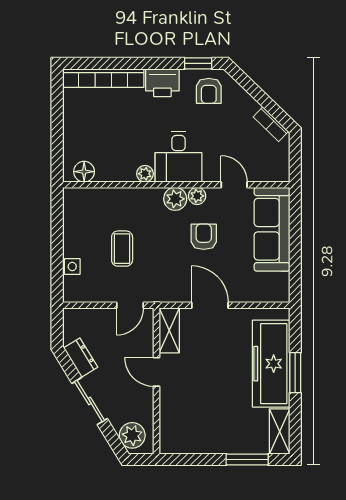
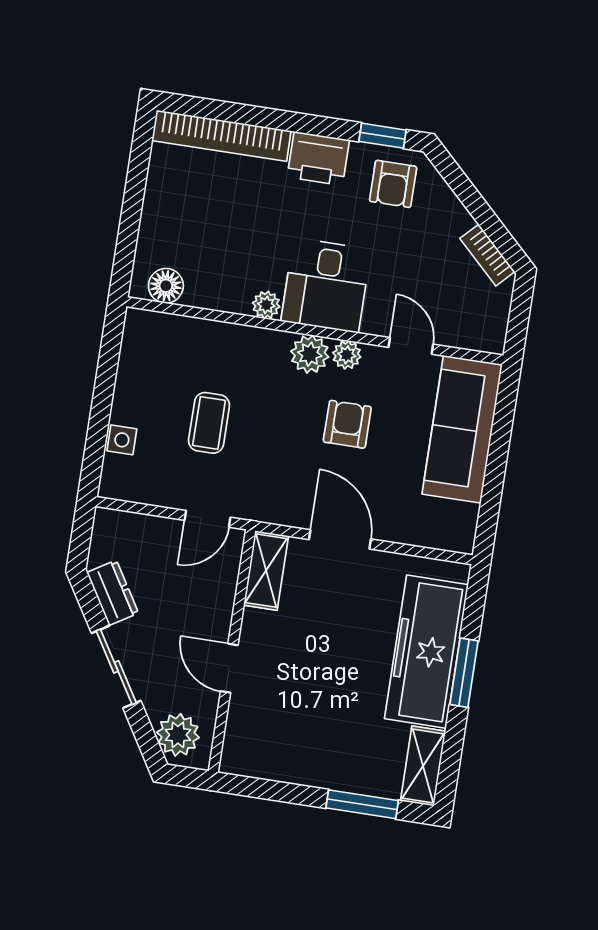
door: (156, 372) -> (229, 668), moved

